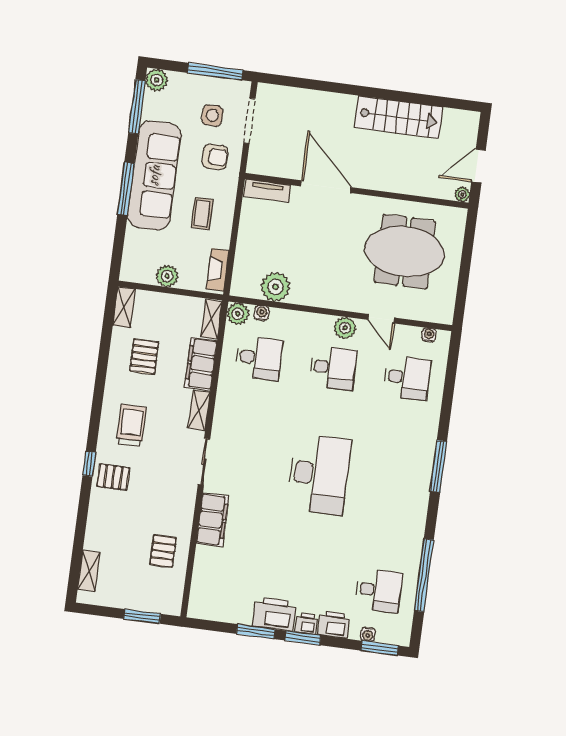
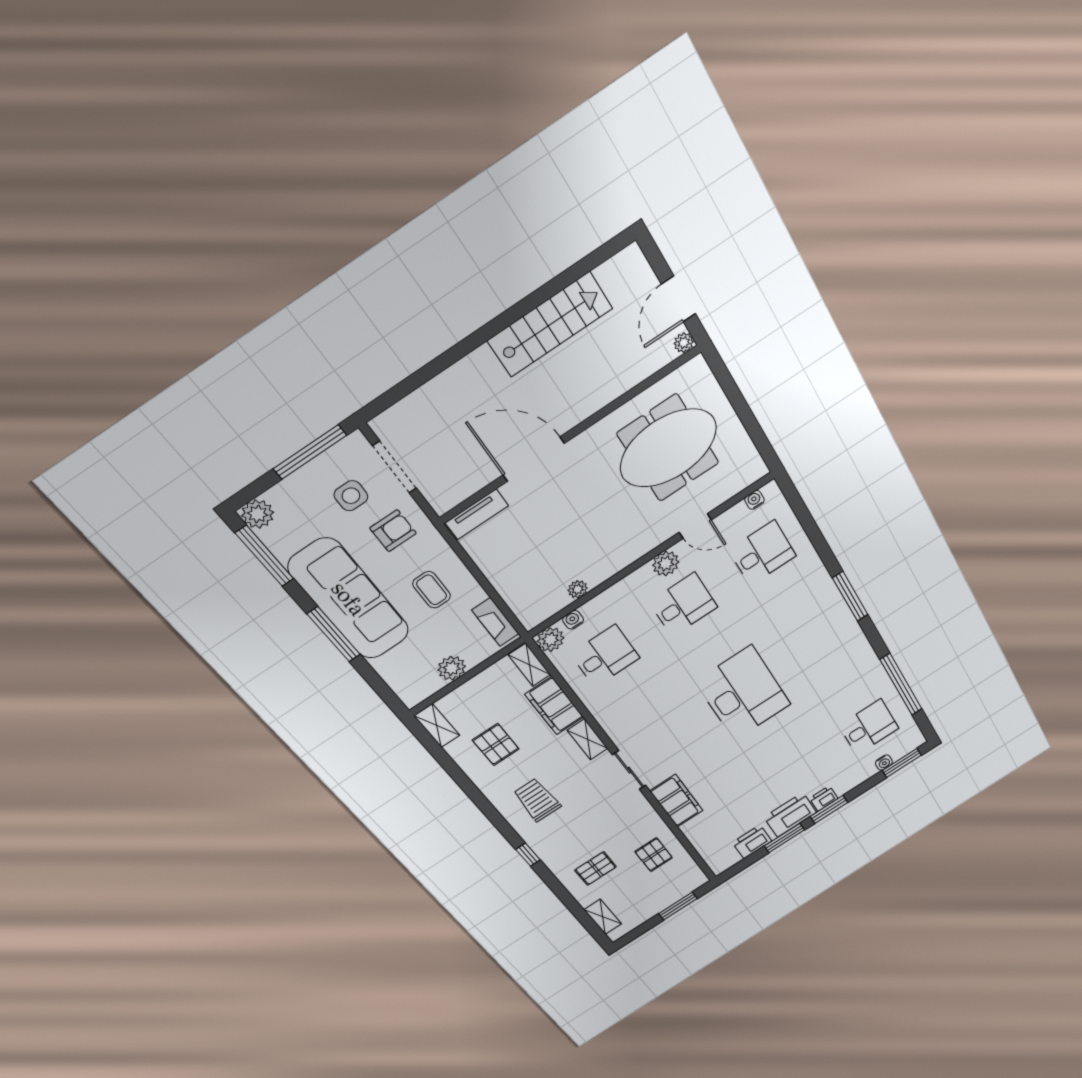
plant: (275, 287) -> (578, 589), width x0.53, depth x0.53
pallet: (113, 477) -> (596, 869), moved
printer: (334, 624) -> (752, 842), moved

